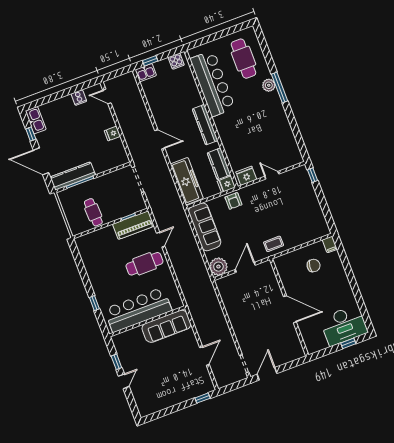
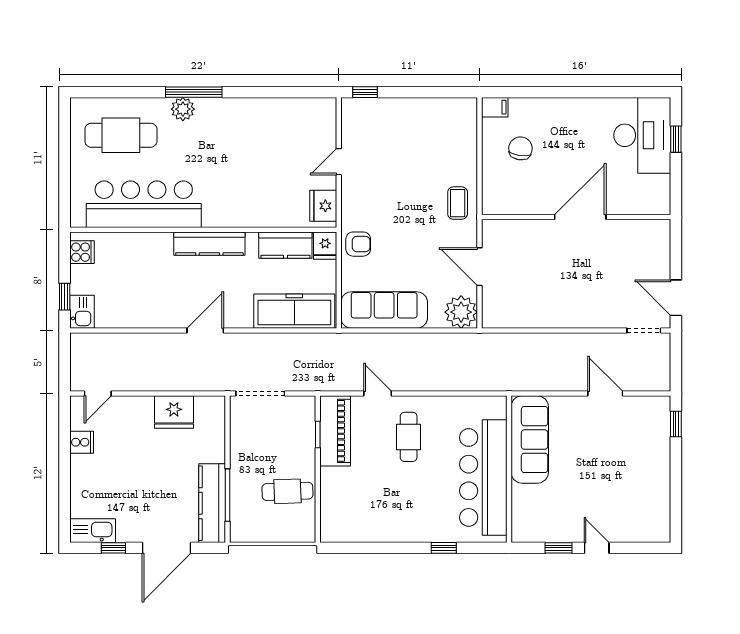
fridge: (112, 133) -> (174, 412), width x1.88, depth x1.34
cafe table: (144, 264) -> (409, 437), width x0.73, depth x0.74

